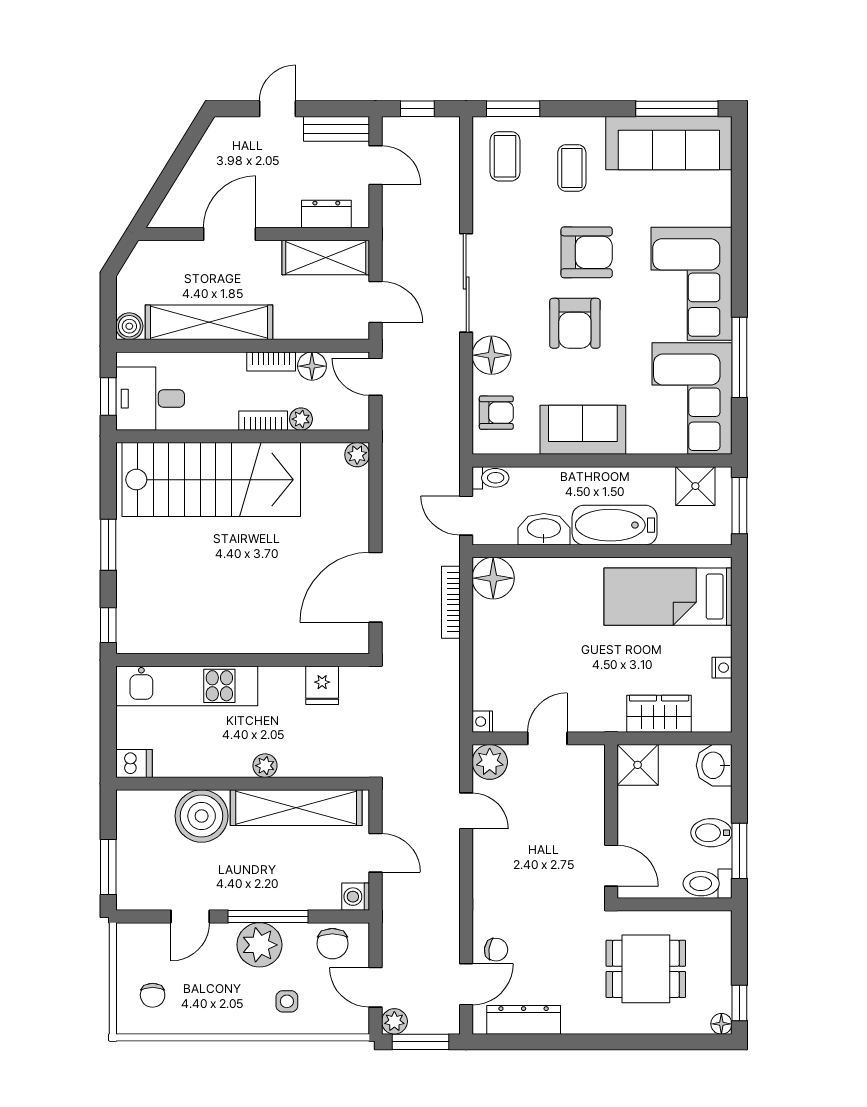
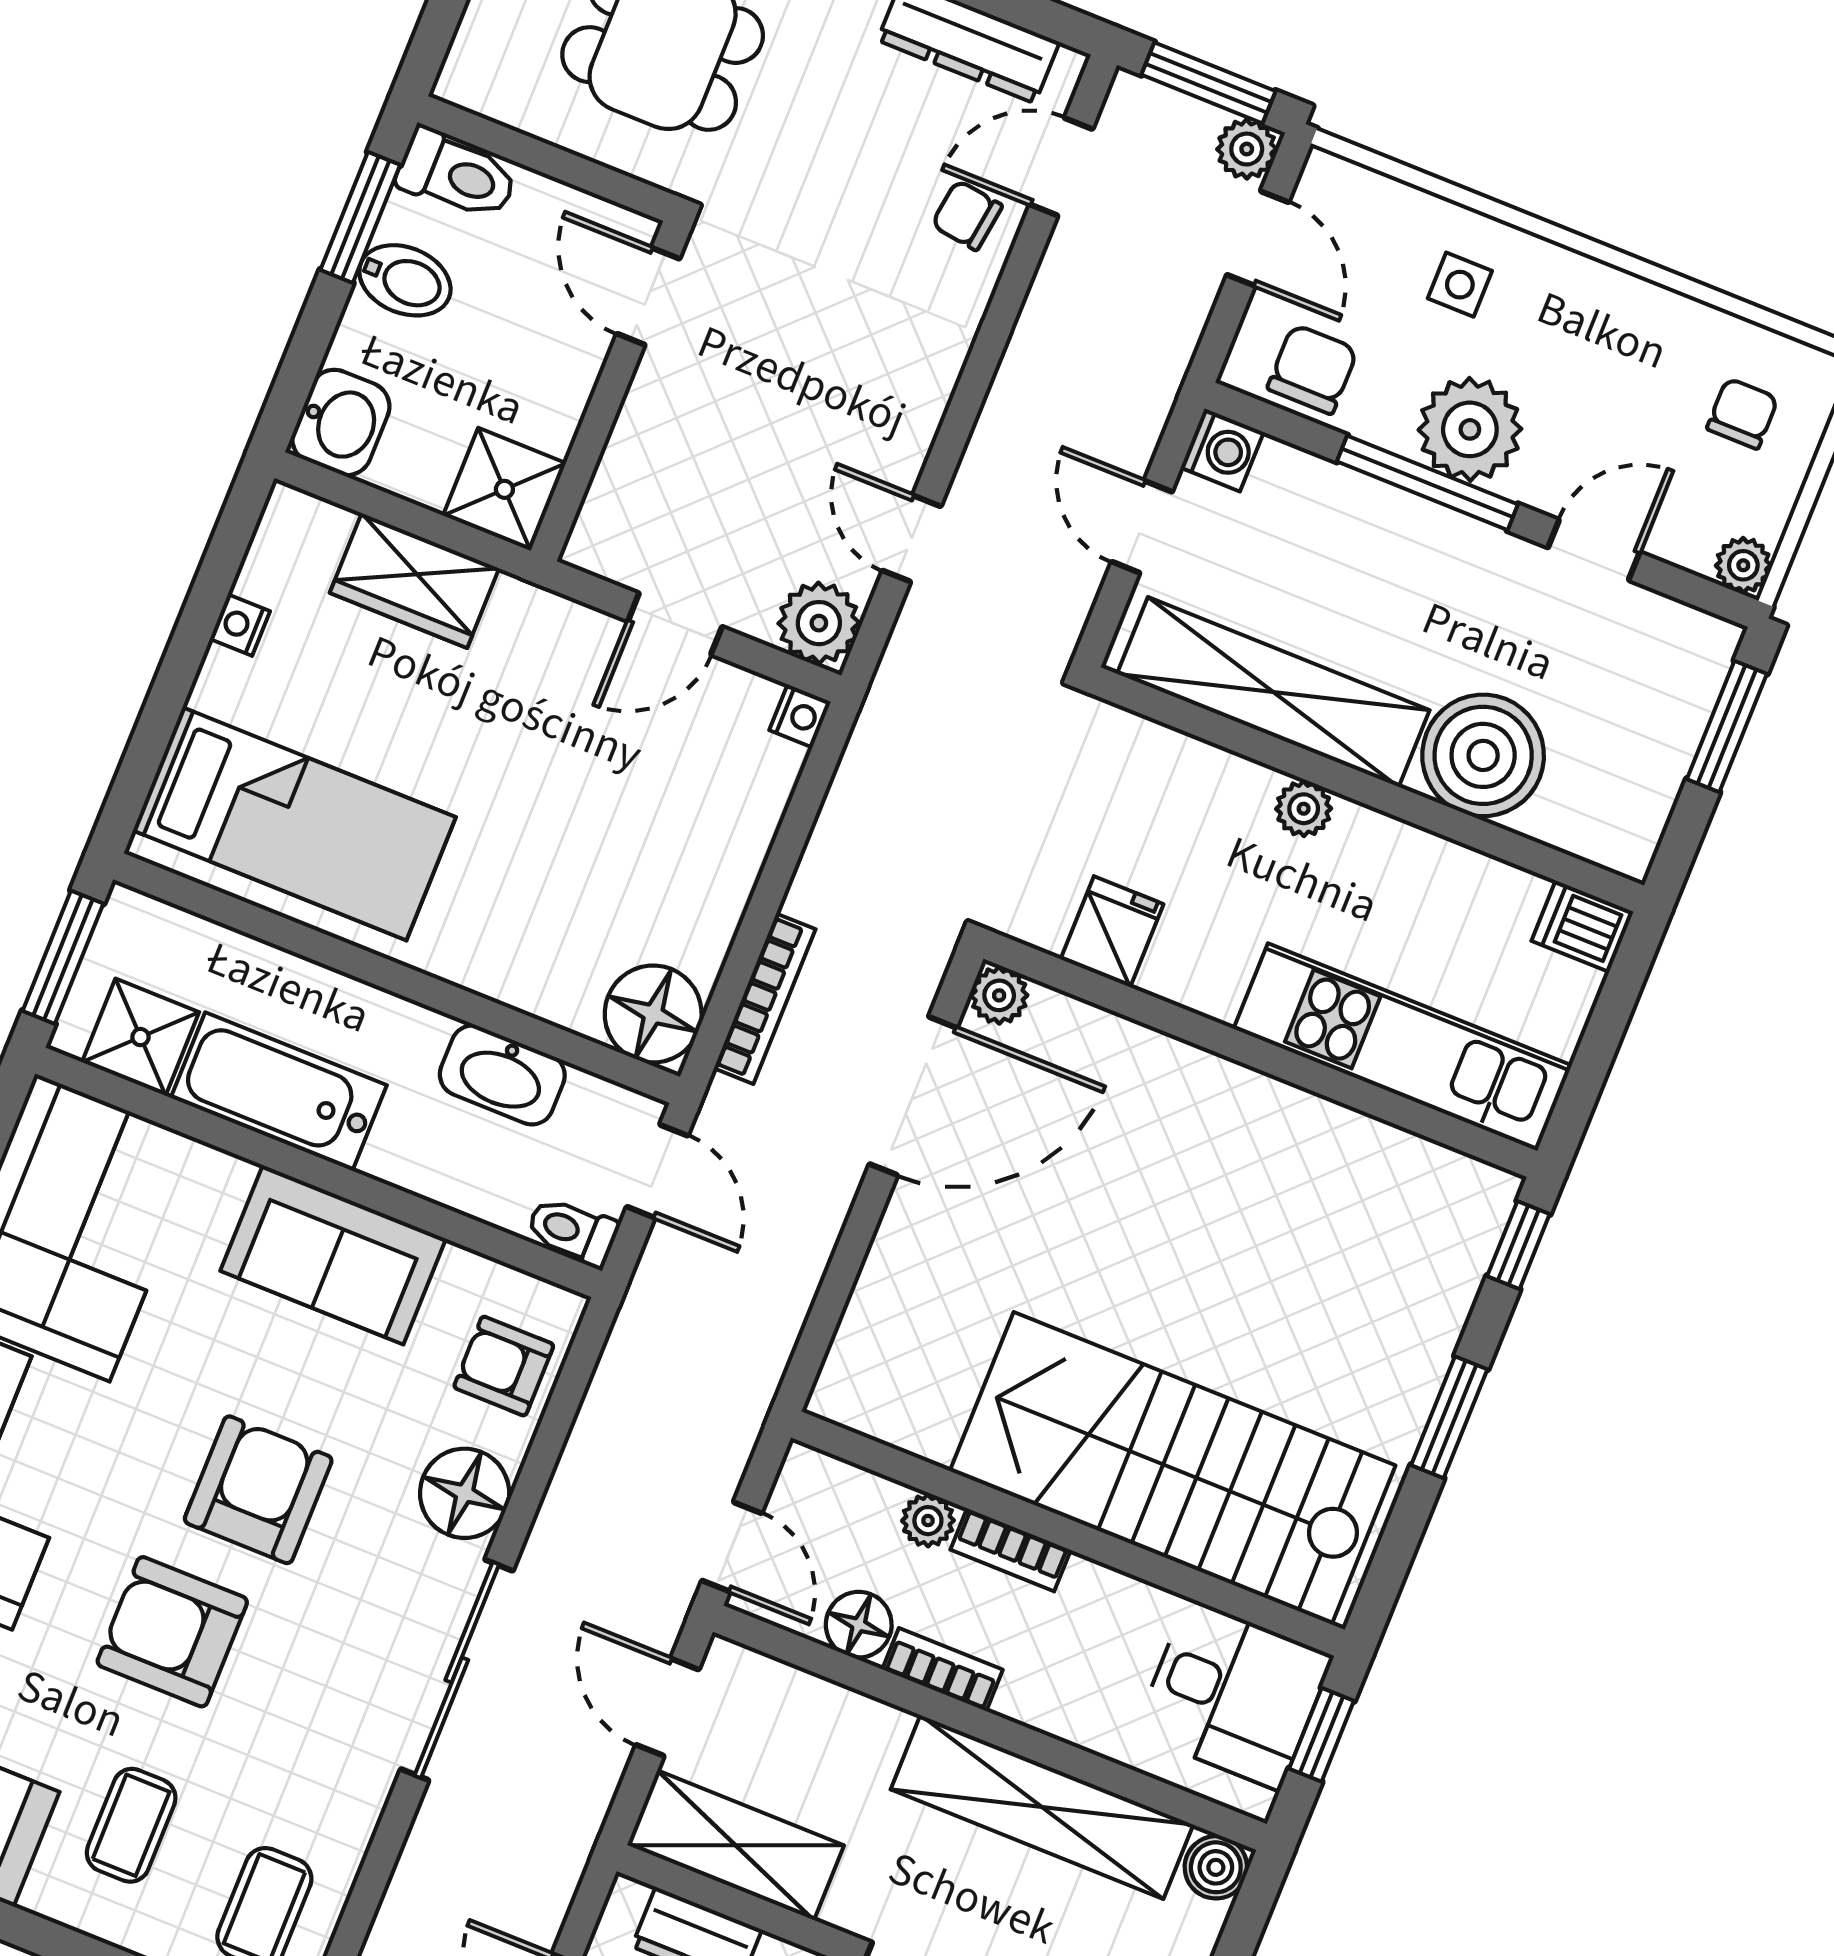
plant: (357, 455) -> (999, 995), moved
bathtub: (615, 525) -> (279, 1092), moved, turned 180
plant: (128, 934) -> (1743, 565), added

